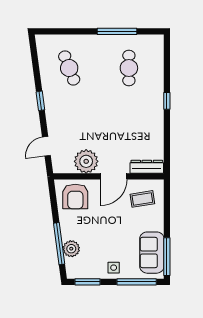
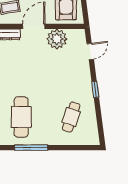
cafe table: (69, 68) -> (71, 117), turned 39
cafe table: (129, 68) -> (21, 117), width x1.37, depth x1.35

